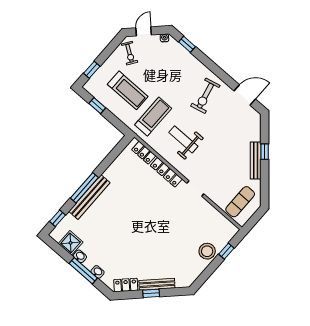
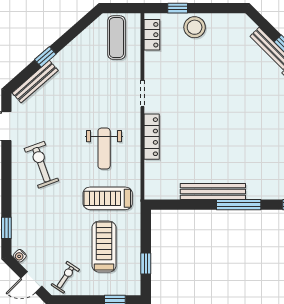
exercise bike: (205, 96) -> (41, 165), turned -97
locker: (144, 153) -> (152, 35), moved
bench: (256, 160) -> (35, 82), moved
bench: (89, 197) -> (213, 192), moved
exercise mat: (240, 202) -> (116, 38), turned 90

